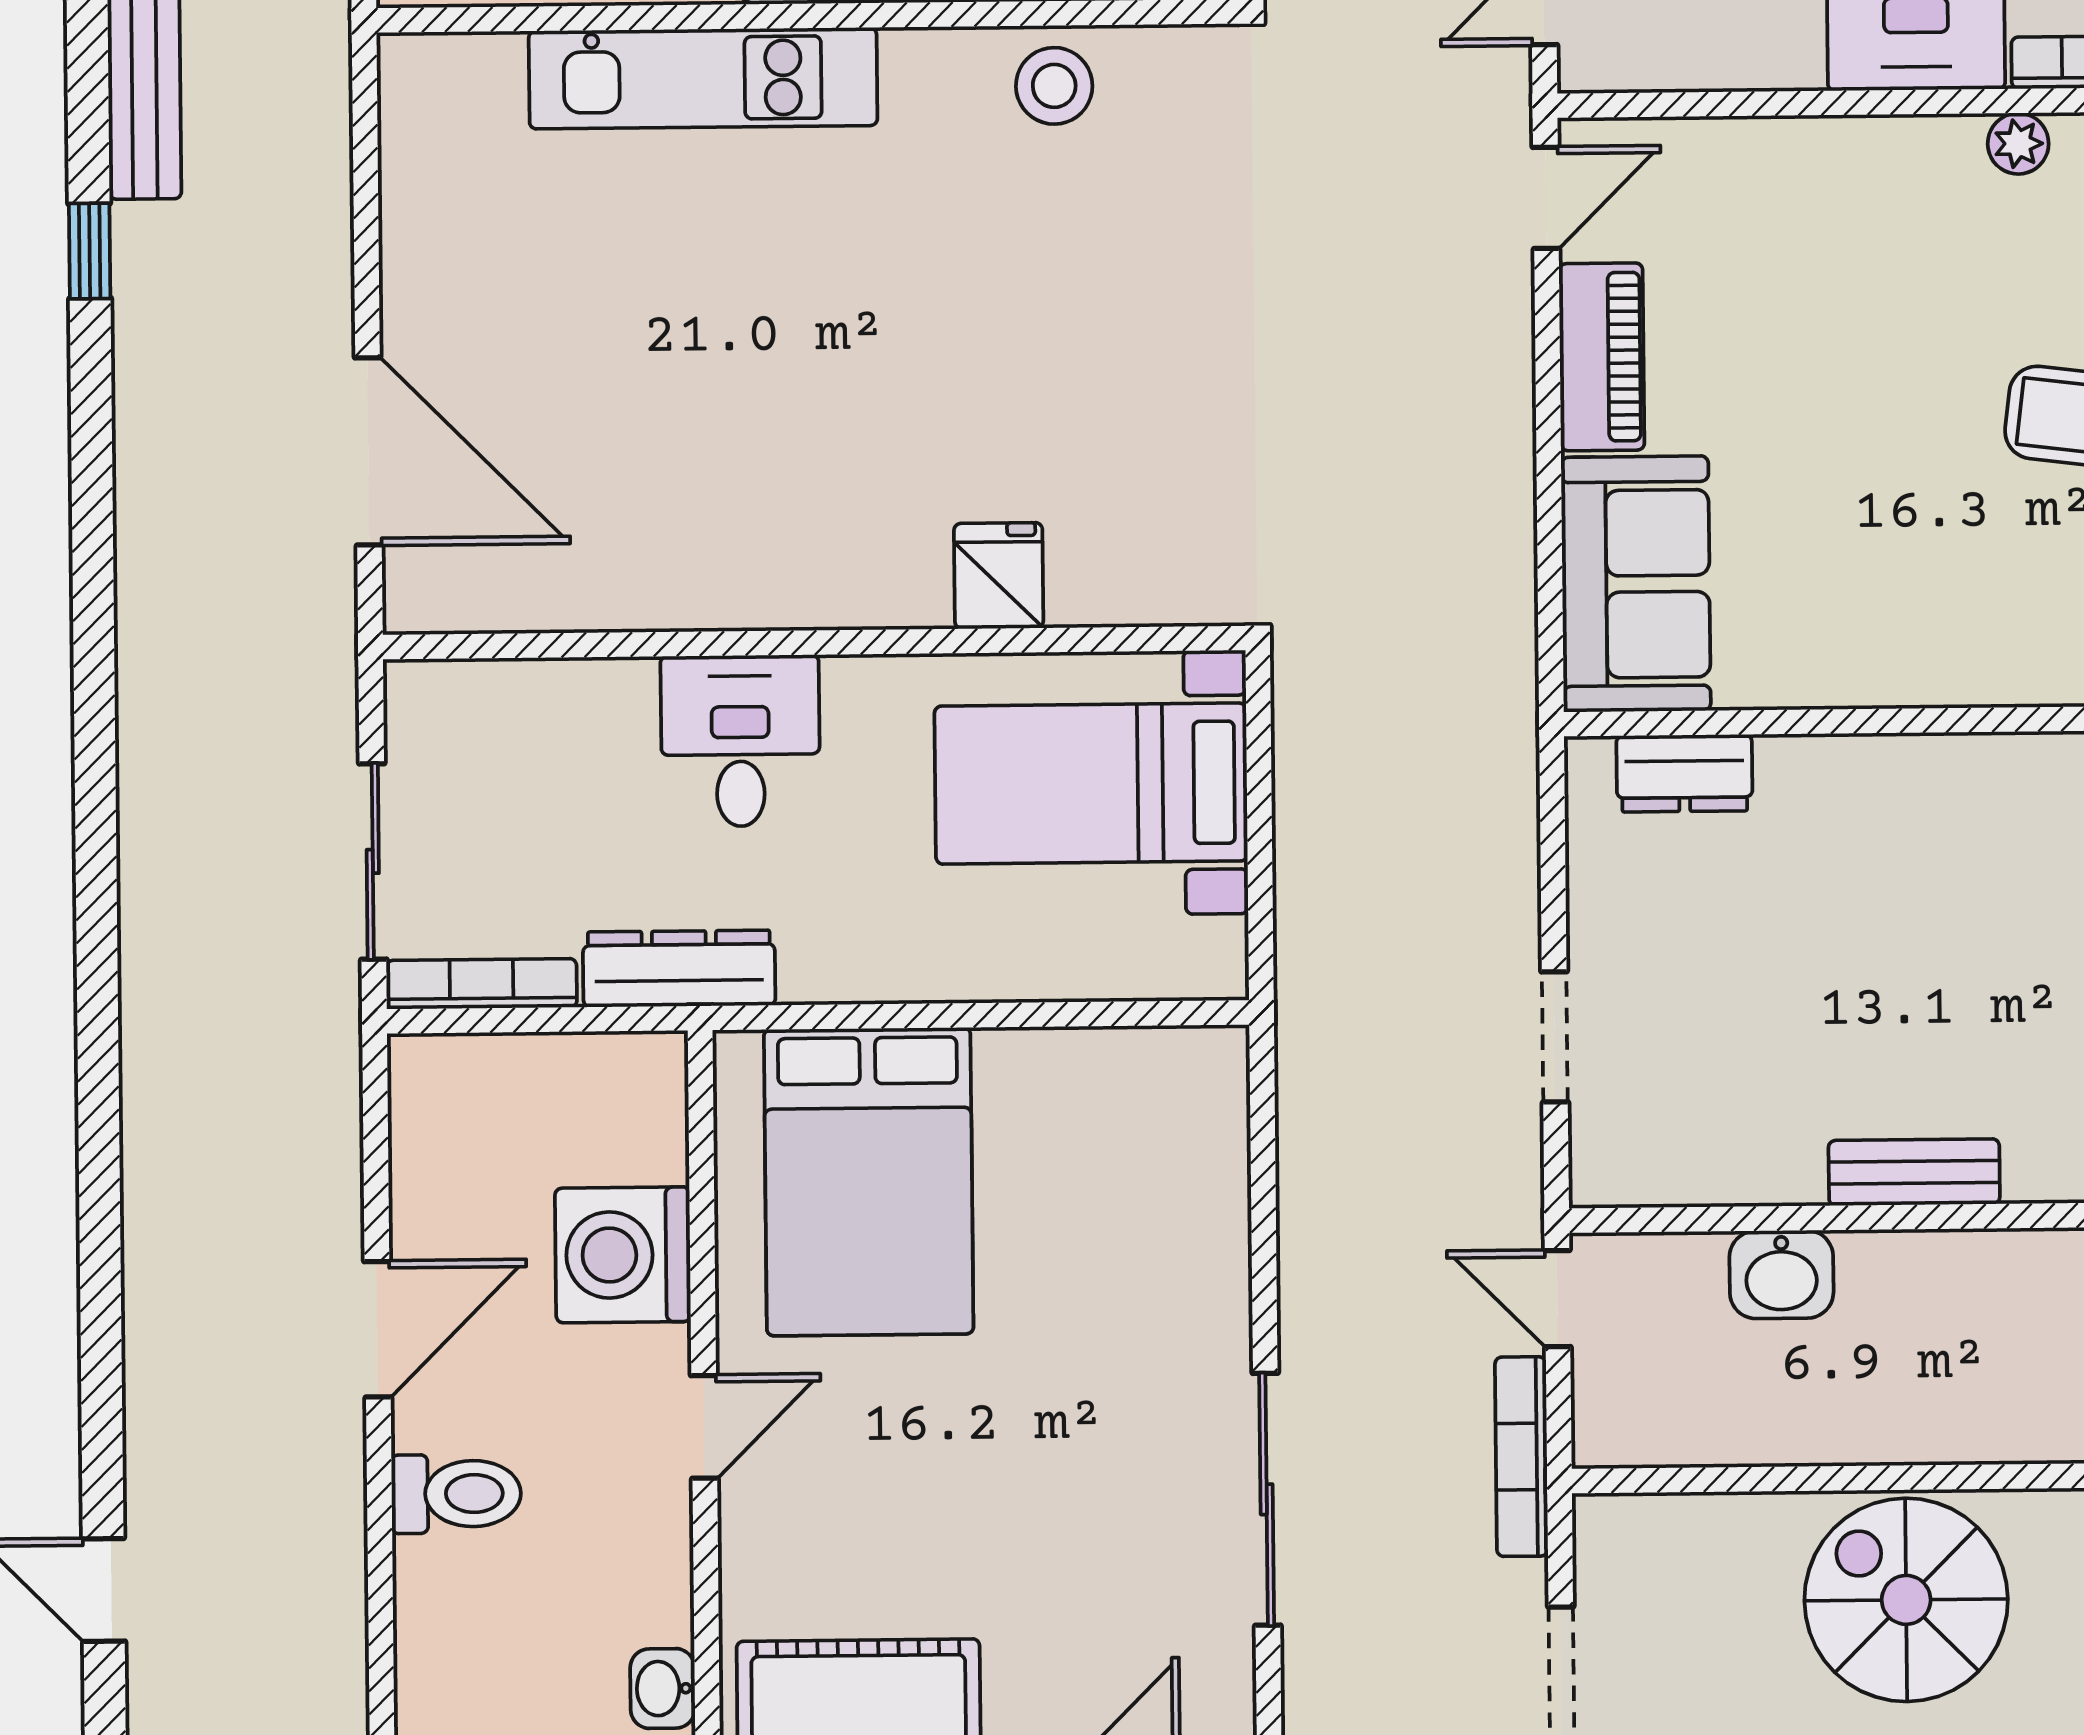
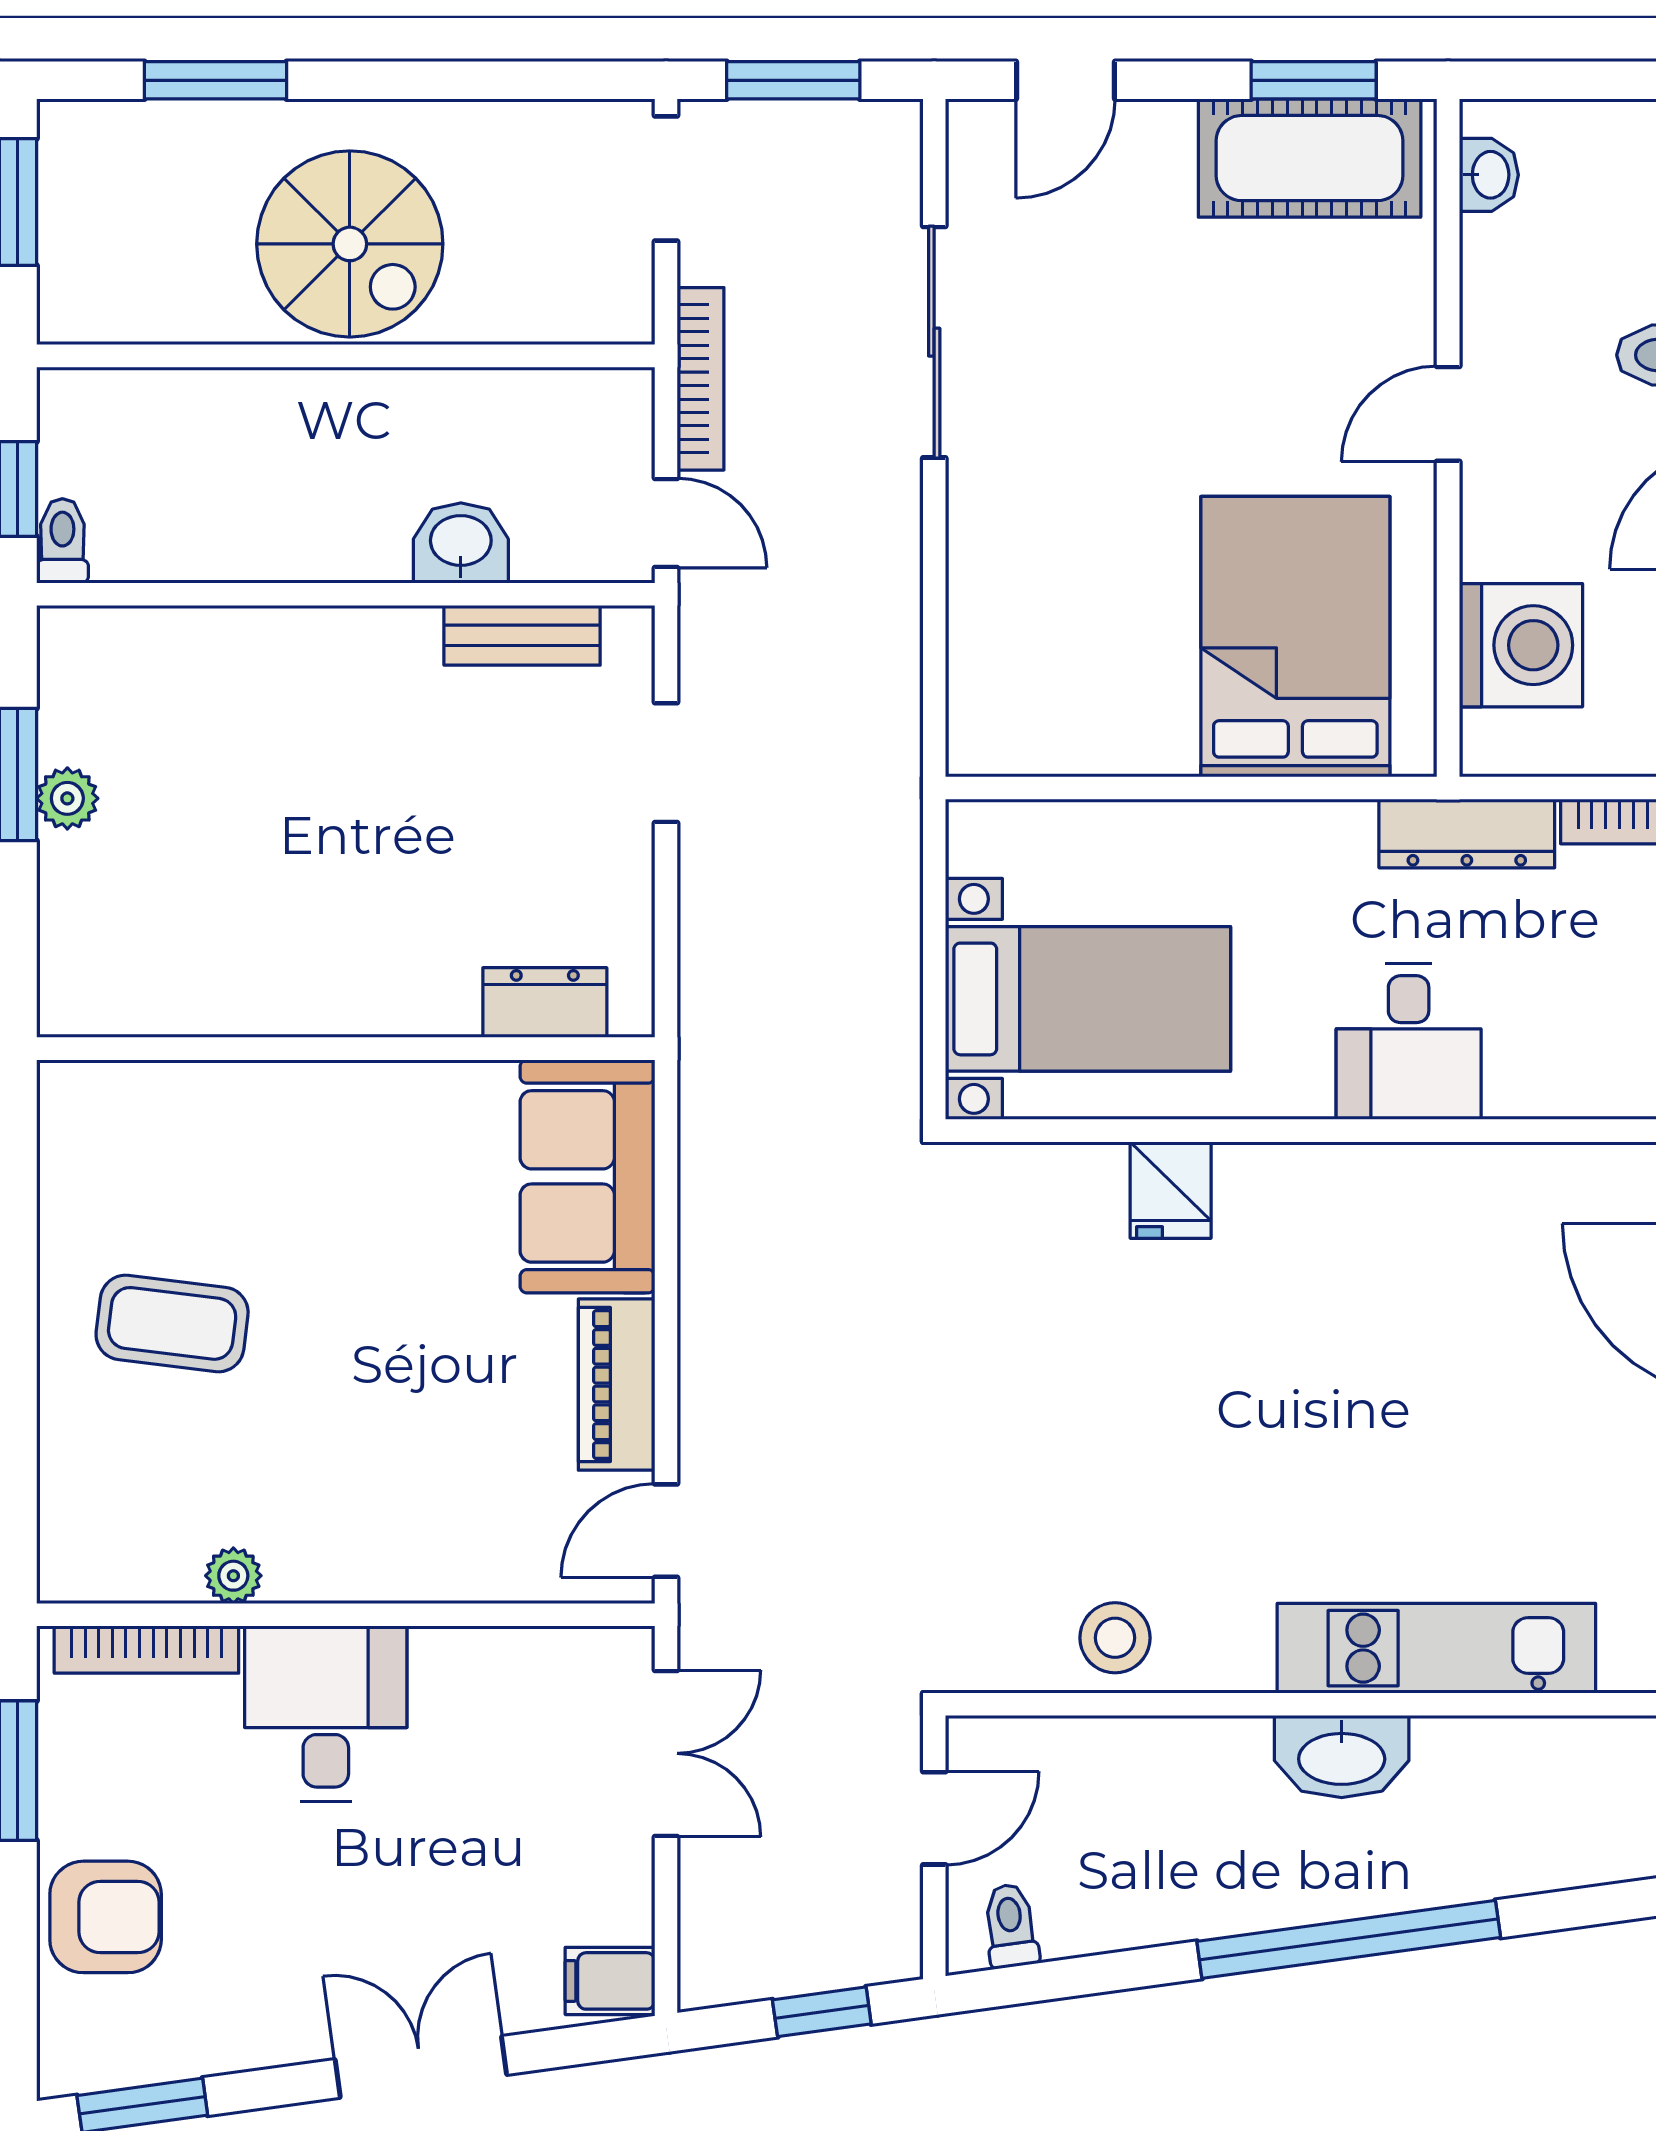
bench: (1914, 1172) -> (522, 635), moved
washing machine: (623, 1255) -> (1521, 645), moved

